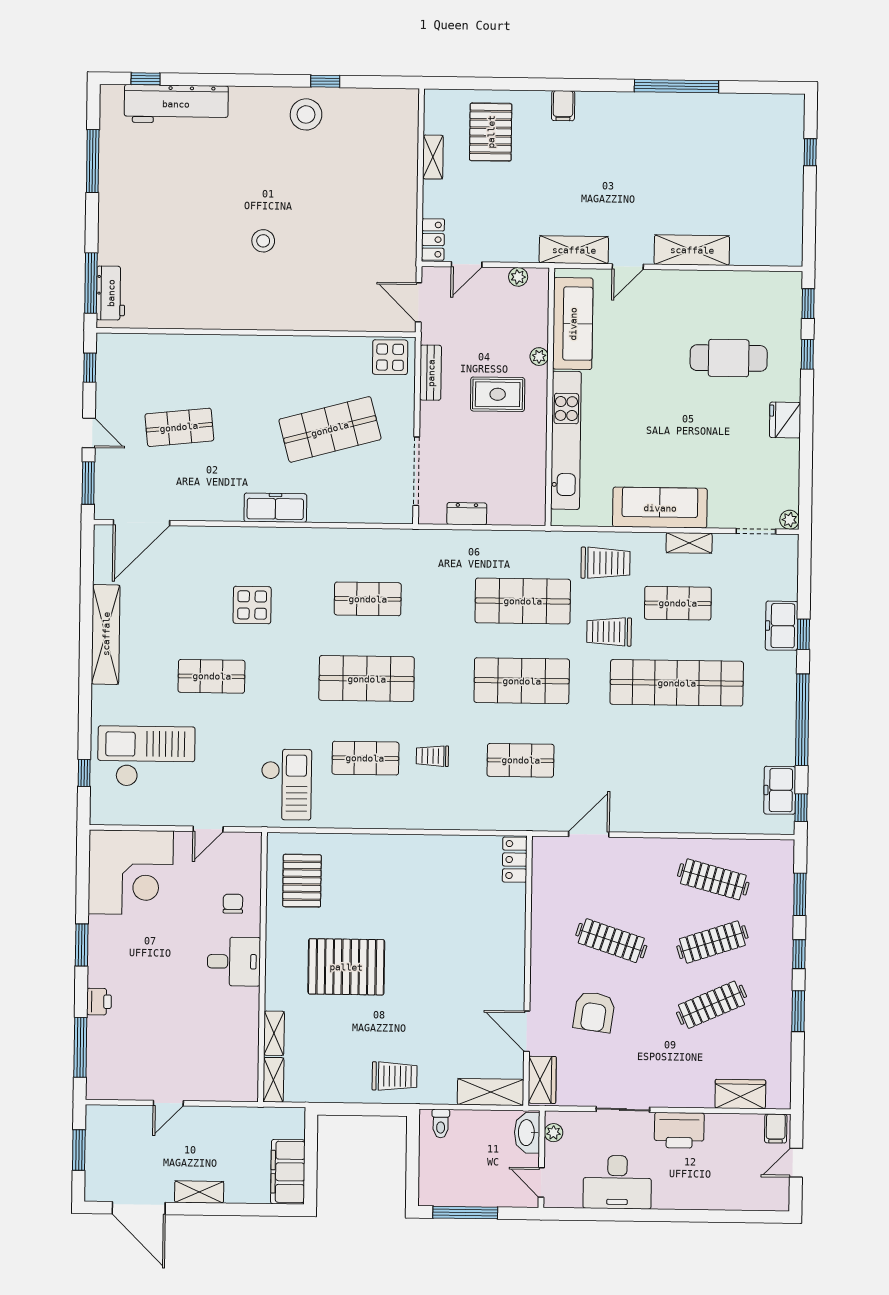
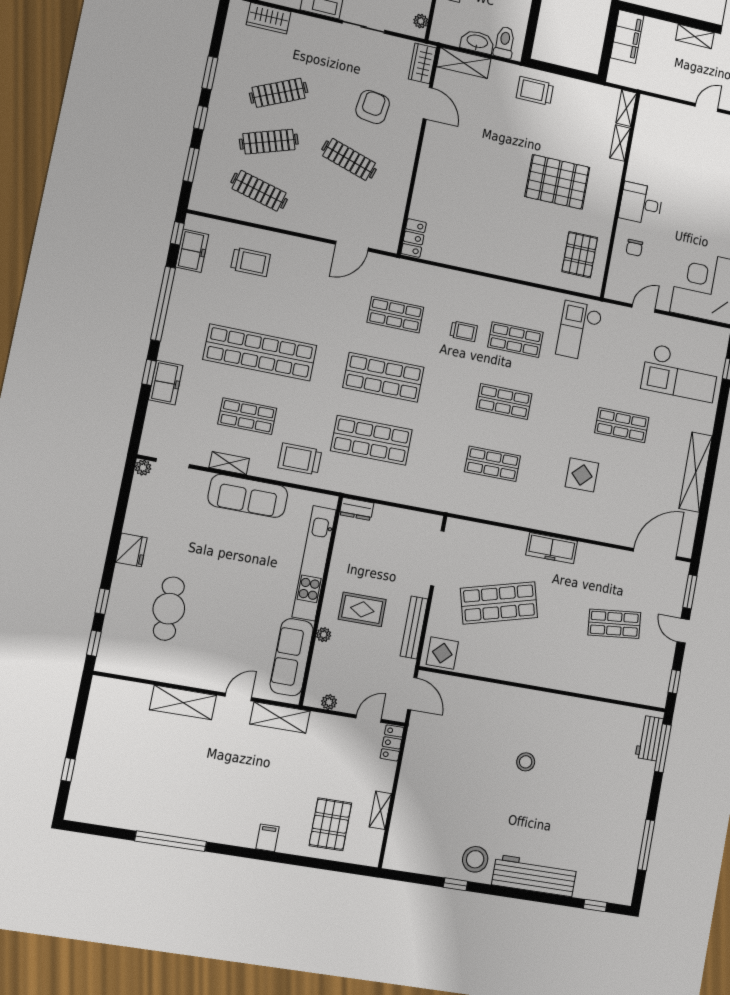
workbench: (176, 104) -> (534, 876), moved
cafe table: (729, 358) -> (169, 609), turned 90
bench: (431, 373) -> (414, 627), width x1.36
dresser: (467, 514) -> (357, 509), moved
trolley: (609, 632) -> (251, 262), moved
shop shelf: (367, 679) -> (504, 402), width x0.70, depth x0.74
toilet: (441, 1124) -> (504, 42), width x1.37, depth x1.39
washbasin: (527, 1133) -> (477, 42), moved, turned -90

